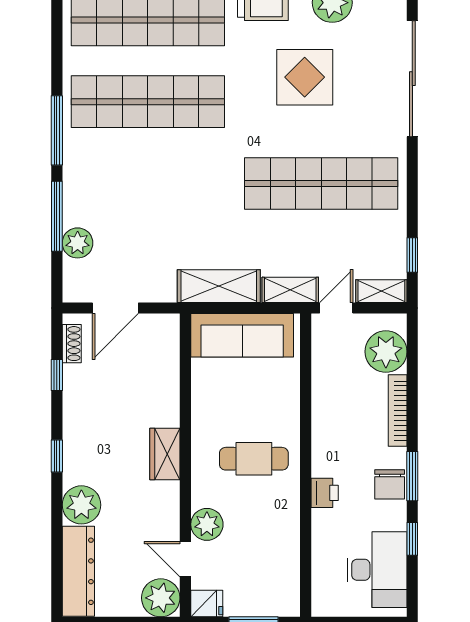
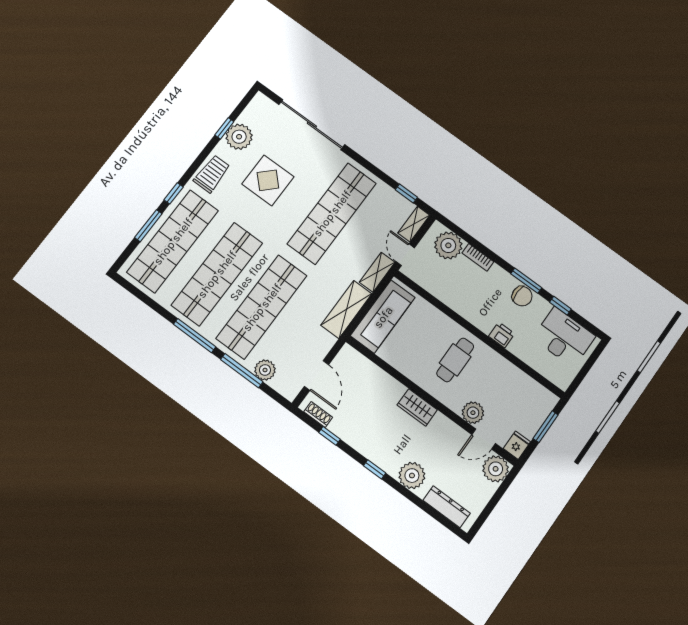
shop shelf: (148, 183) -> (262, 307), added
bookcase: (398, 411) -> (478, 257), width x0.64
dresser: (78, 571) -> (447, 507), width x0.73, depth x0.80

